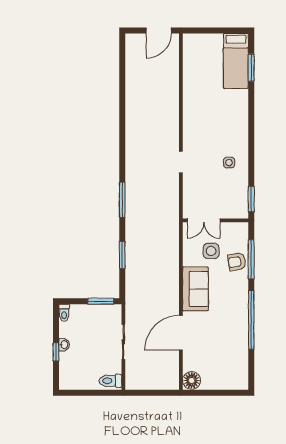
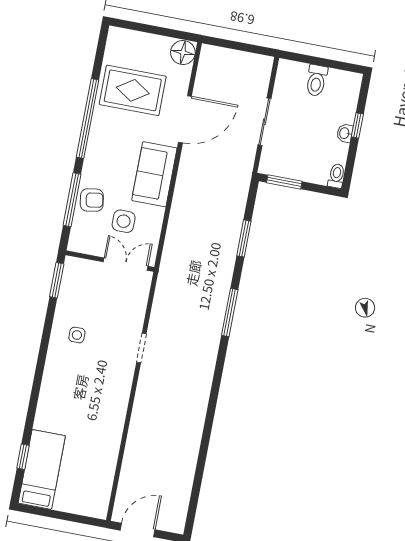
window: (251, 68) -> (23, 457), width x0.67
rug: (223, 346) -> (133, 90), added
toilet: (110, 381) -> (316, 80), moved, turned 90

